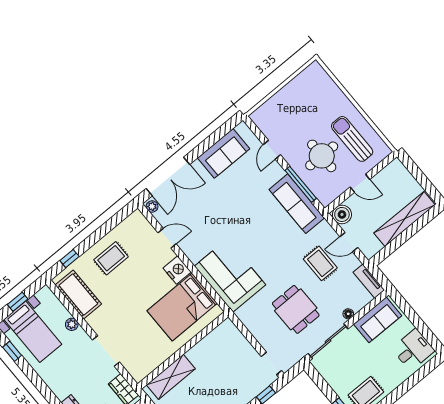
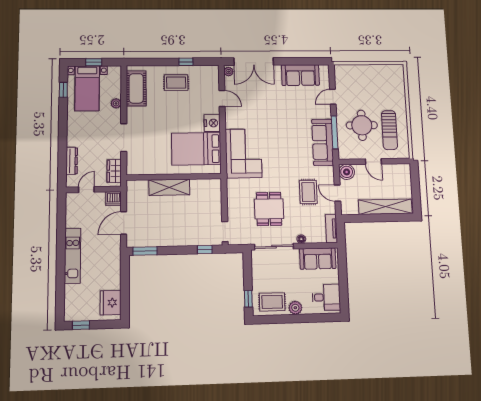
sun lounger: (352, 139) -> (389, 130), turned 180
window: (69, 259) -> (186, 62), moved
shelving: (171, 377) -> (169, 187), moved
plant: (392, 382) -> (295, 308), added

